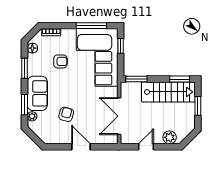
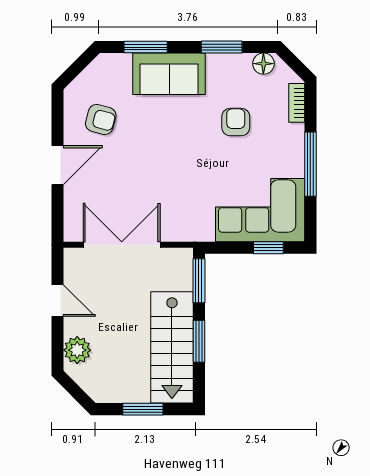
window: (91, 26) -> (310, 164), moved
corner sofa: (97, 57) -> (260, 210), width x0.73, depth x0.74
armchair: (60, 61) -> (236, 122), turned 180
window: (180, 79) -> (199, 341), moved
armchair: (66, 114) -> (101, 119), moved
plant: (32, 116) -> (121, 63), removed

